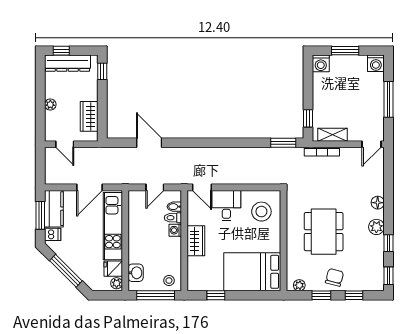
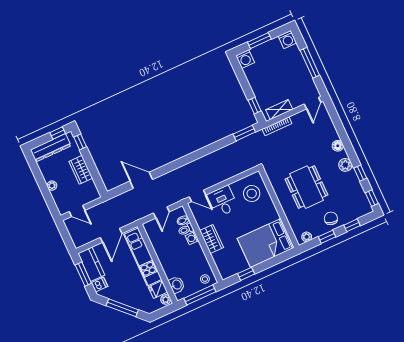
window: (61, 51) -> (58, 133), moved
wardrobe: (89, 116) -> (81, 170), moved

